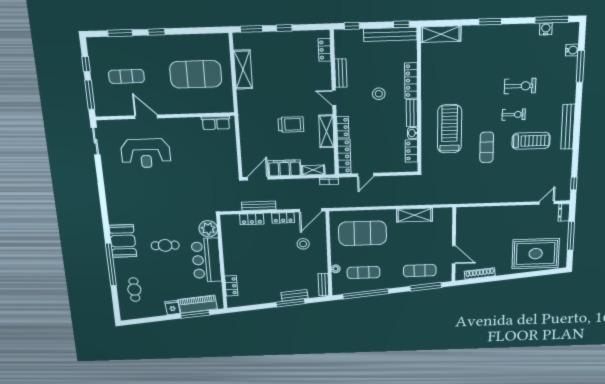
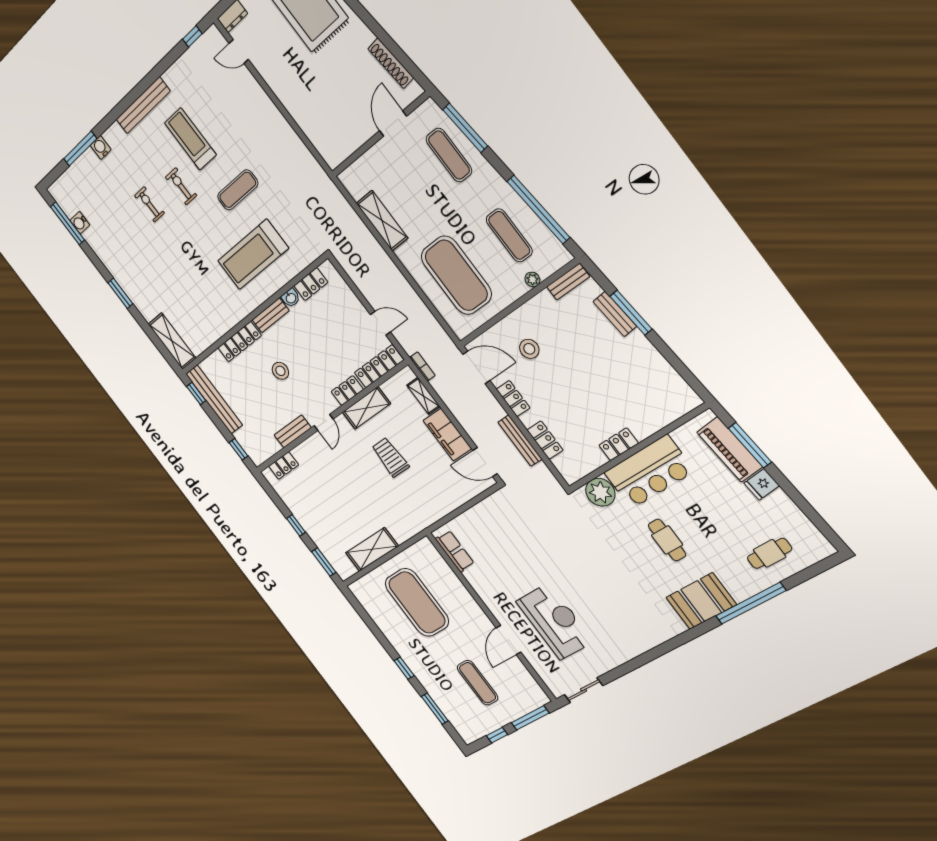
water cooler: (572, 50) -> (101, 147), moved
exercise bike: (520, 86) -> (149, 204), width x0.73, depth x0.72
locker: (231, 286) -> (619, 444), moved

